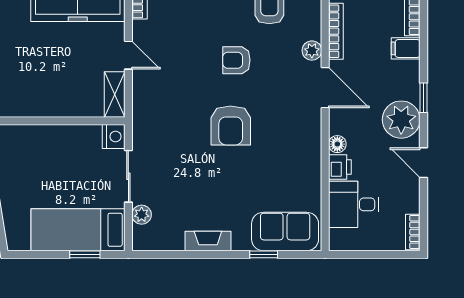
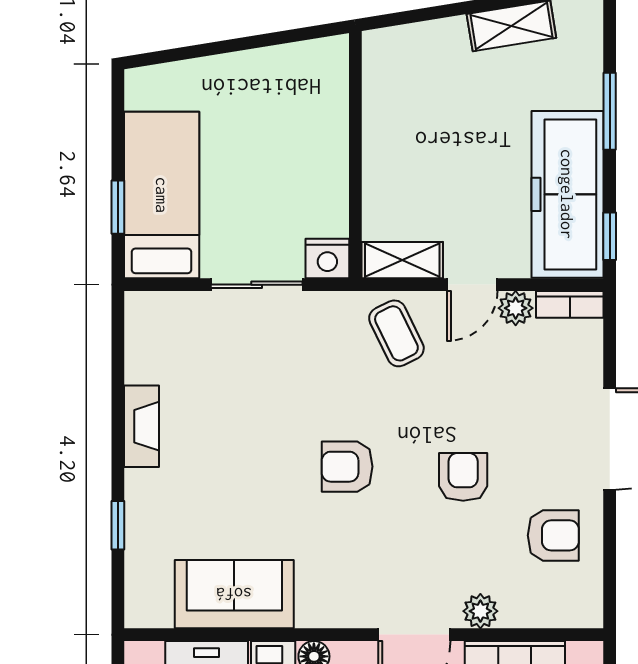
coffee table: (156, 98) -> (396, 333), added
armchair: (231, 125) -> (347, 467), width x0.72, depth x0.72
plant: (142, 215) -> (516, 308), moved
sofa: (285, 232) -> (234, 594), moved, turned -90

